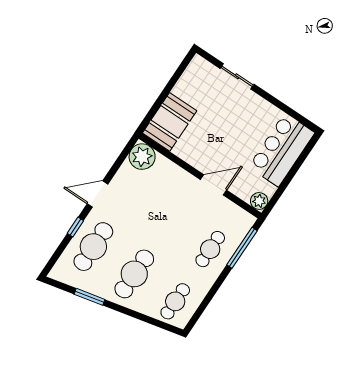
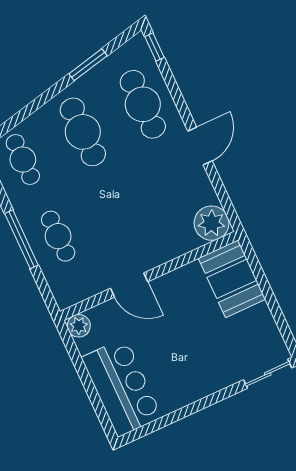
sliding door: (237, 76) -> (268, 374), moved
door: (214, 185) -> (129, 285), hinge flipped
window: (75, 227) -> (155, 47), moved
window: (242, 248) -> (21, 239), moved

